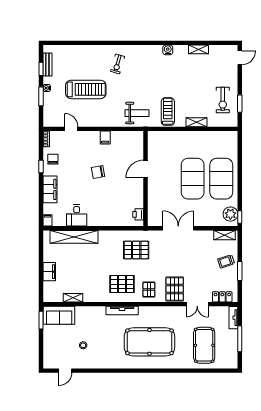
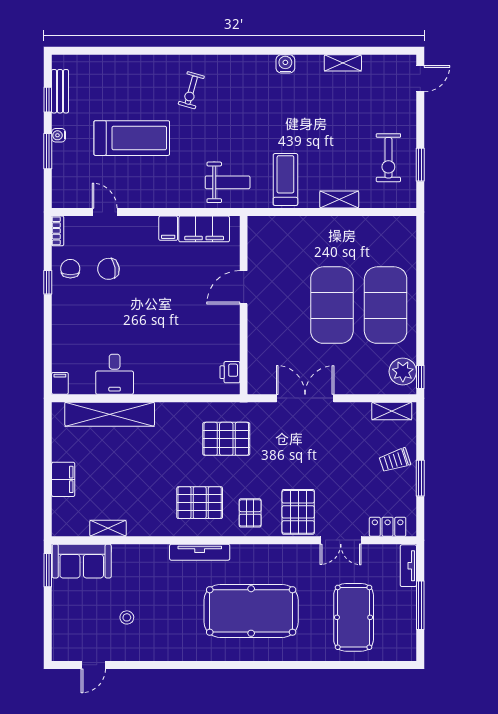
chair: (98, 172) -> (108, 269), moved
filing cabinet: (50, 189) -> (204, 229), moved, turned 90

